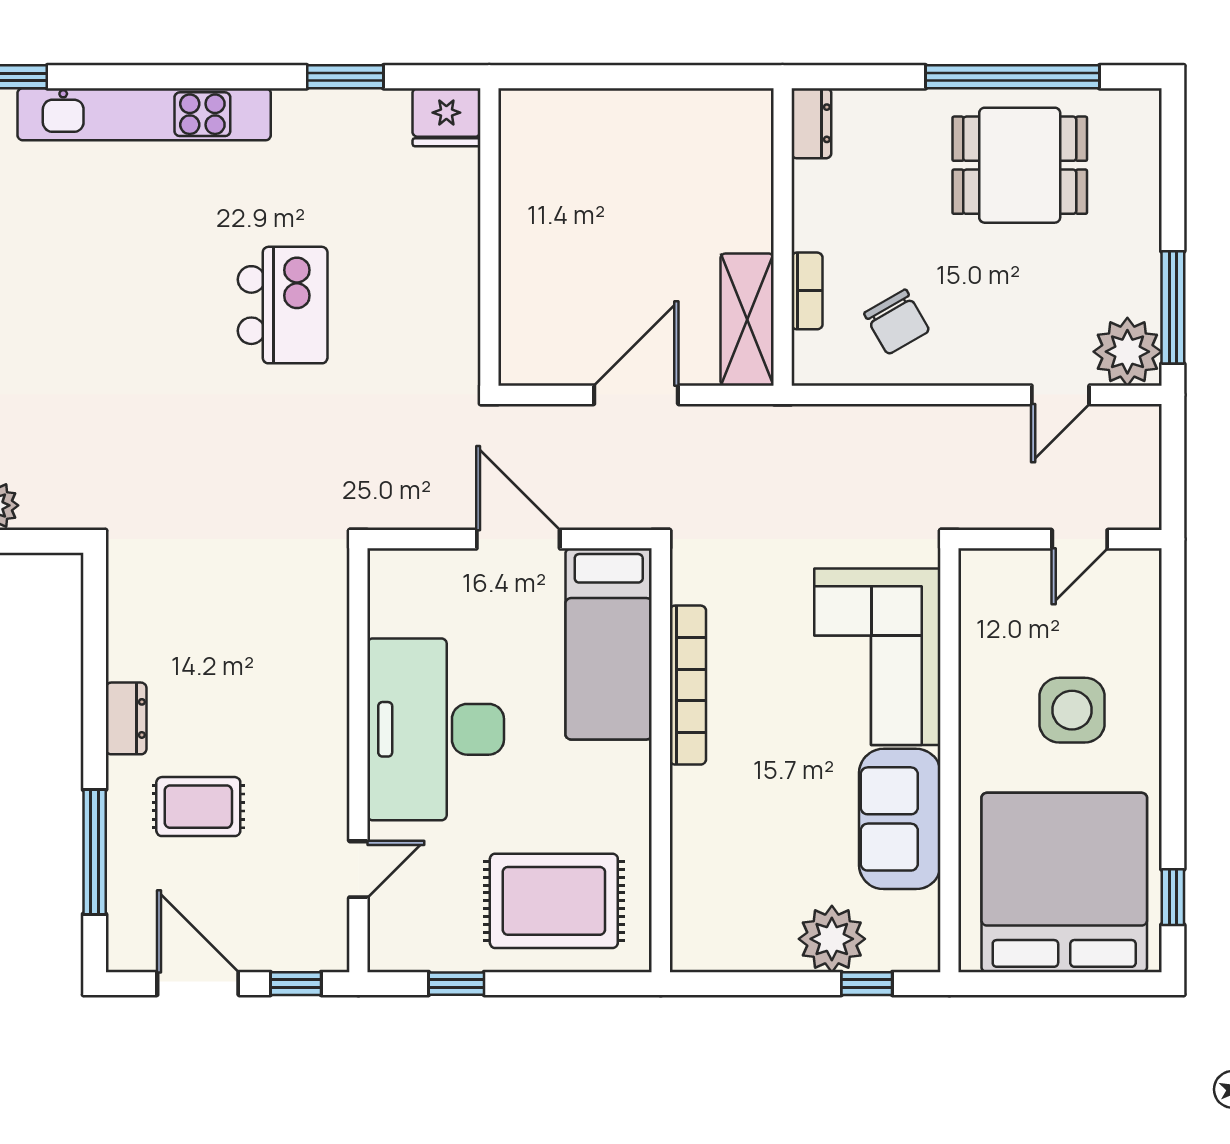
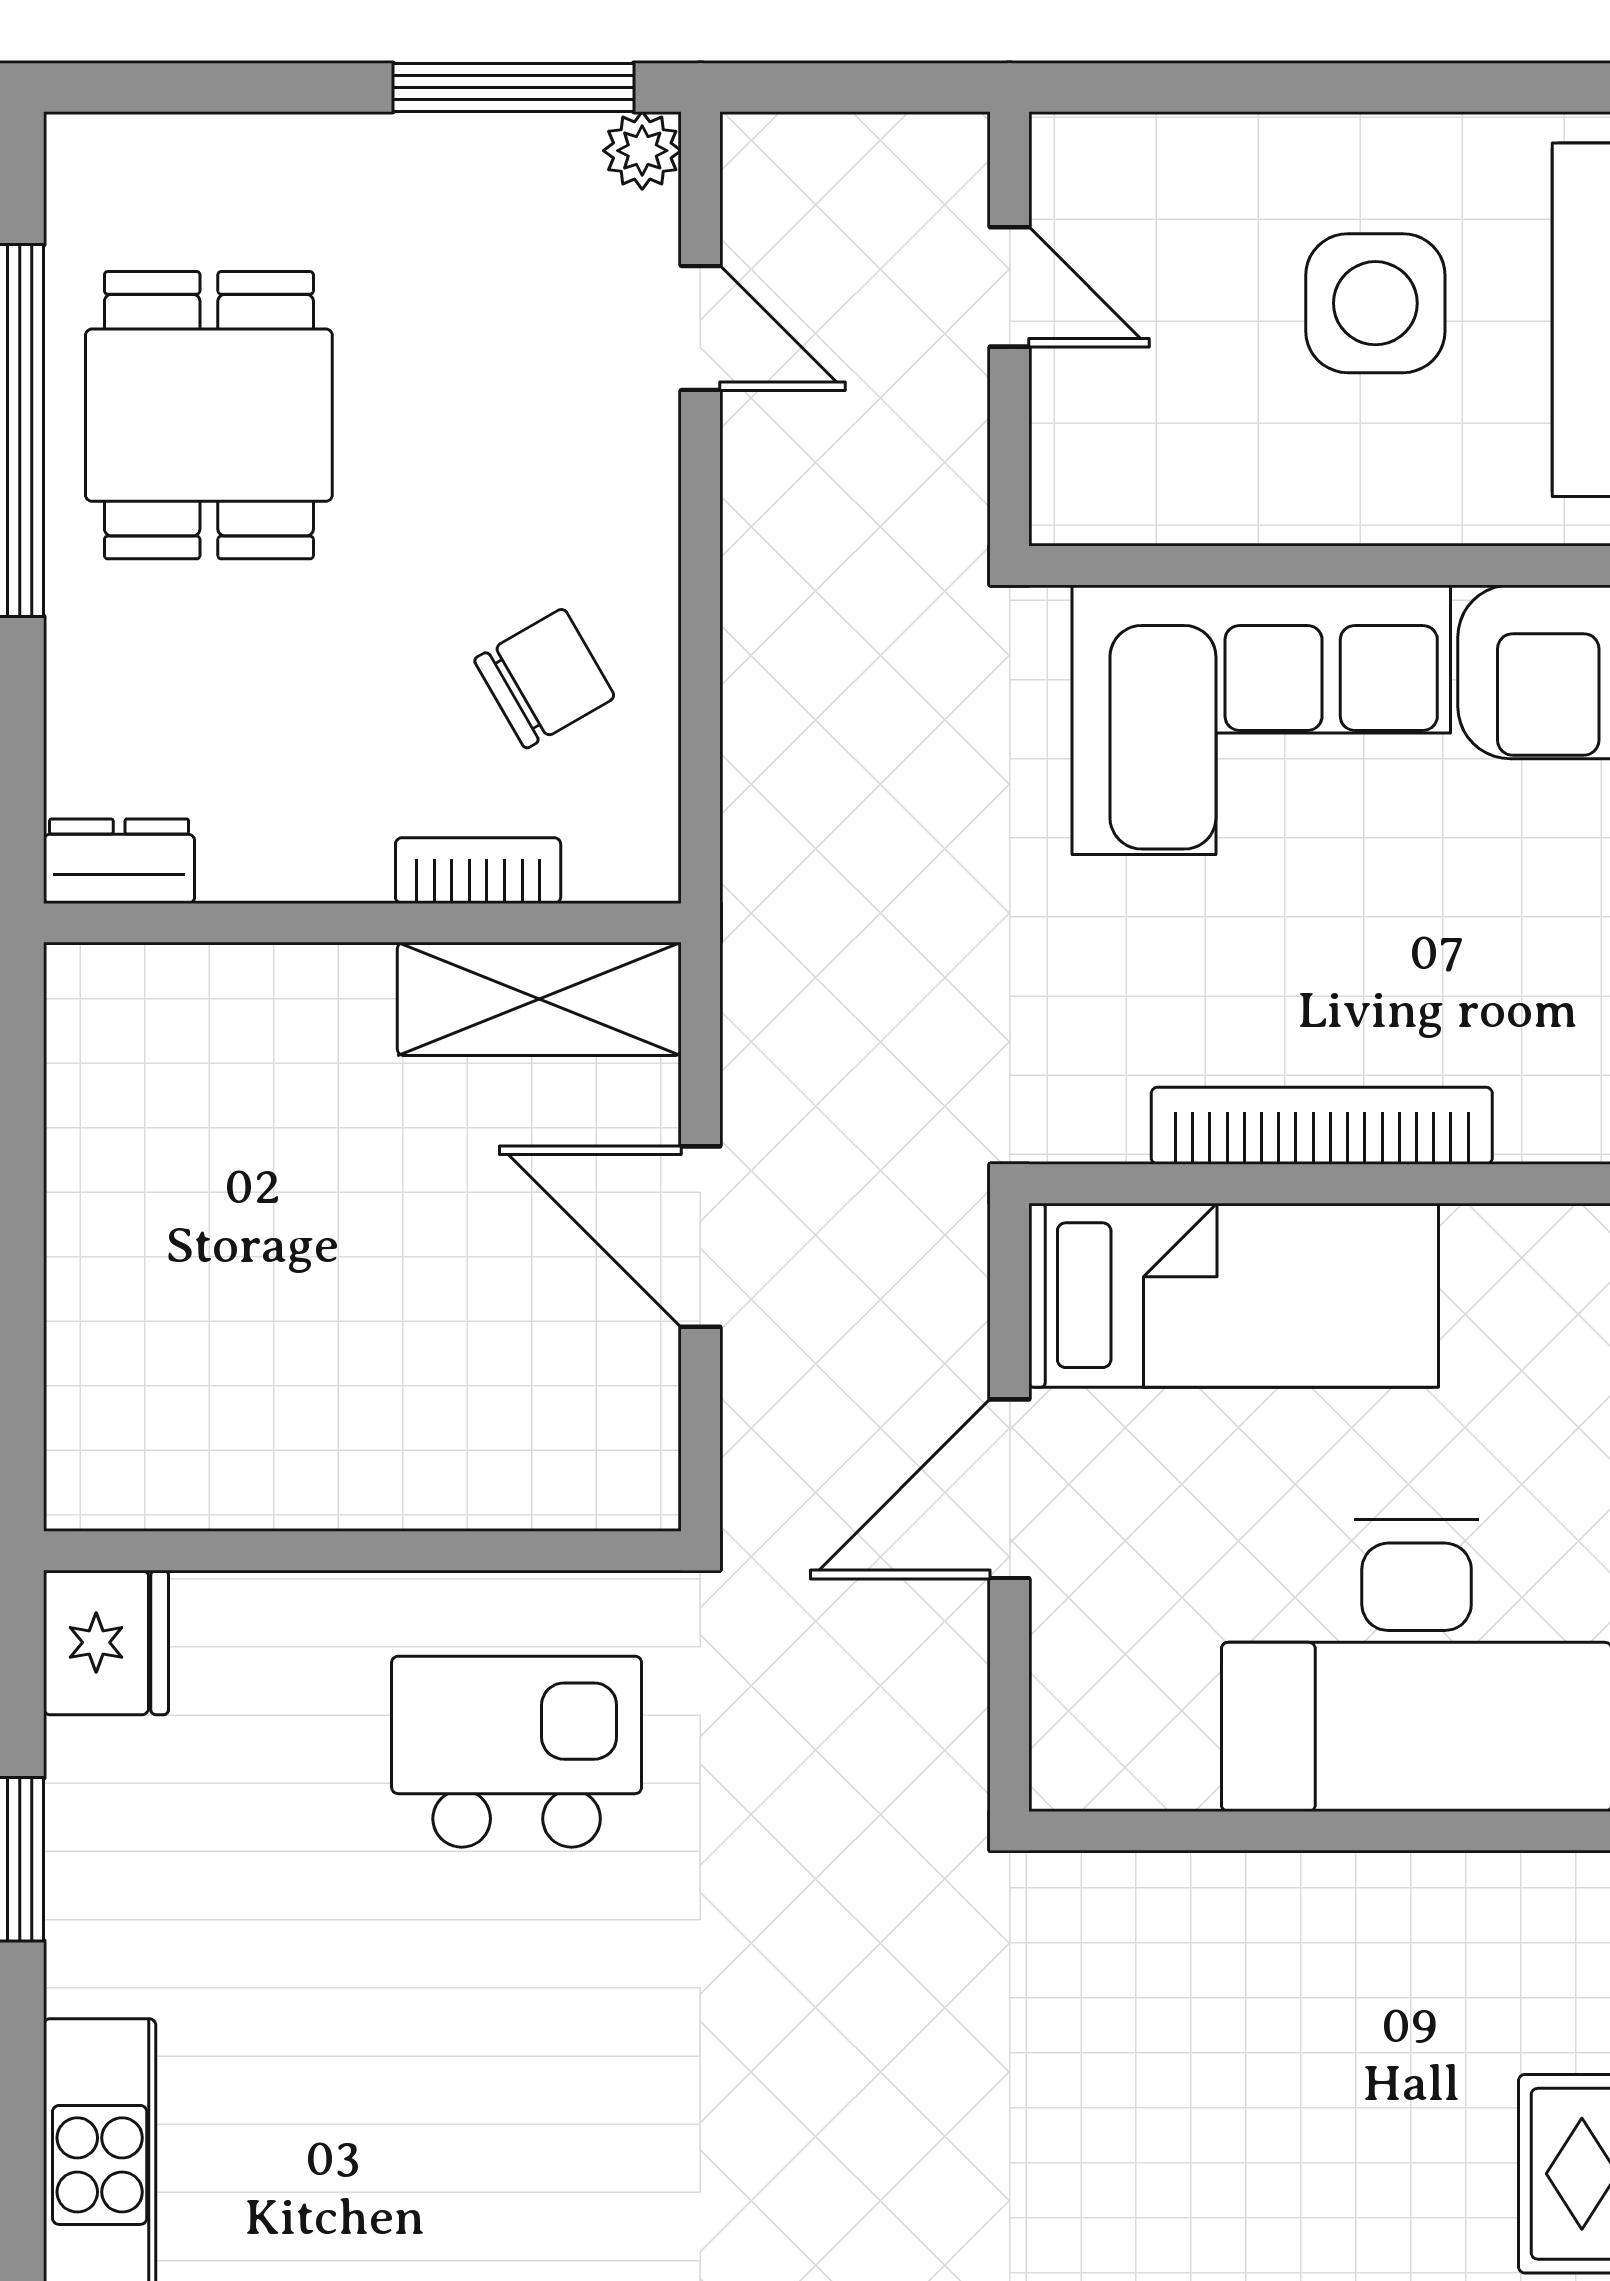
kitchen island: (283, 305) -> (517, 1752), moved
plant: (1127, 352) -> (642, 151), width x0.53, depth x0.53

